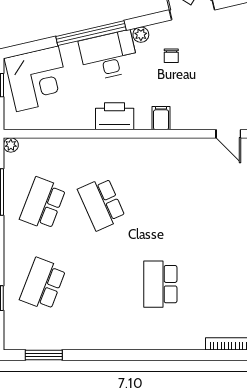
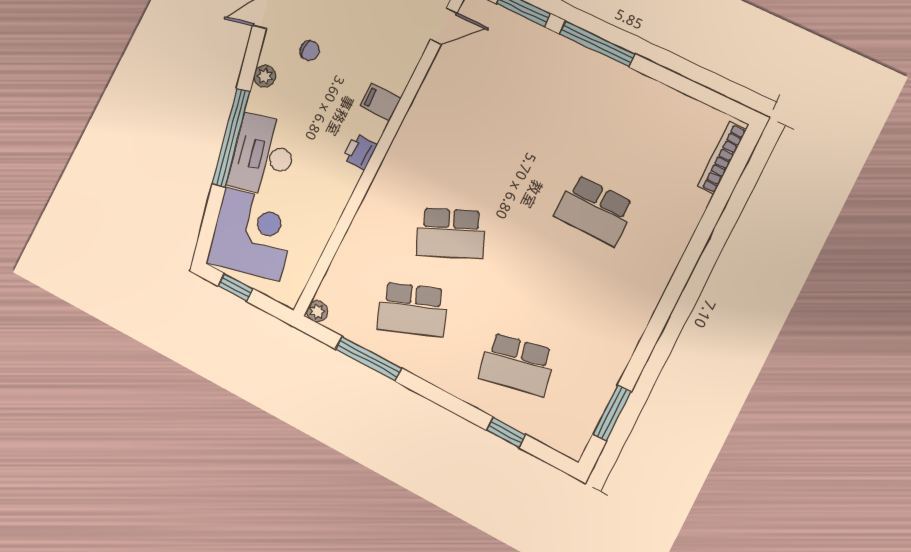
desk: (109, 56) -> (263, 155), moved
printer: (115, 116) -> (360, 152), width x0.53, depth x0.68
school desk: (43, 204) -> (412, 309), turned -42
school desk: (43, 284) -> (517, 364), turned -33

